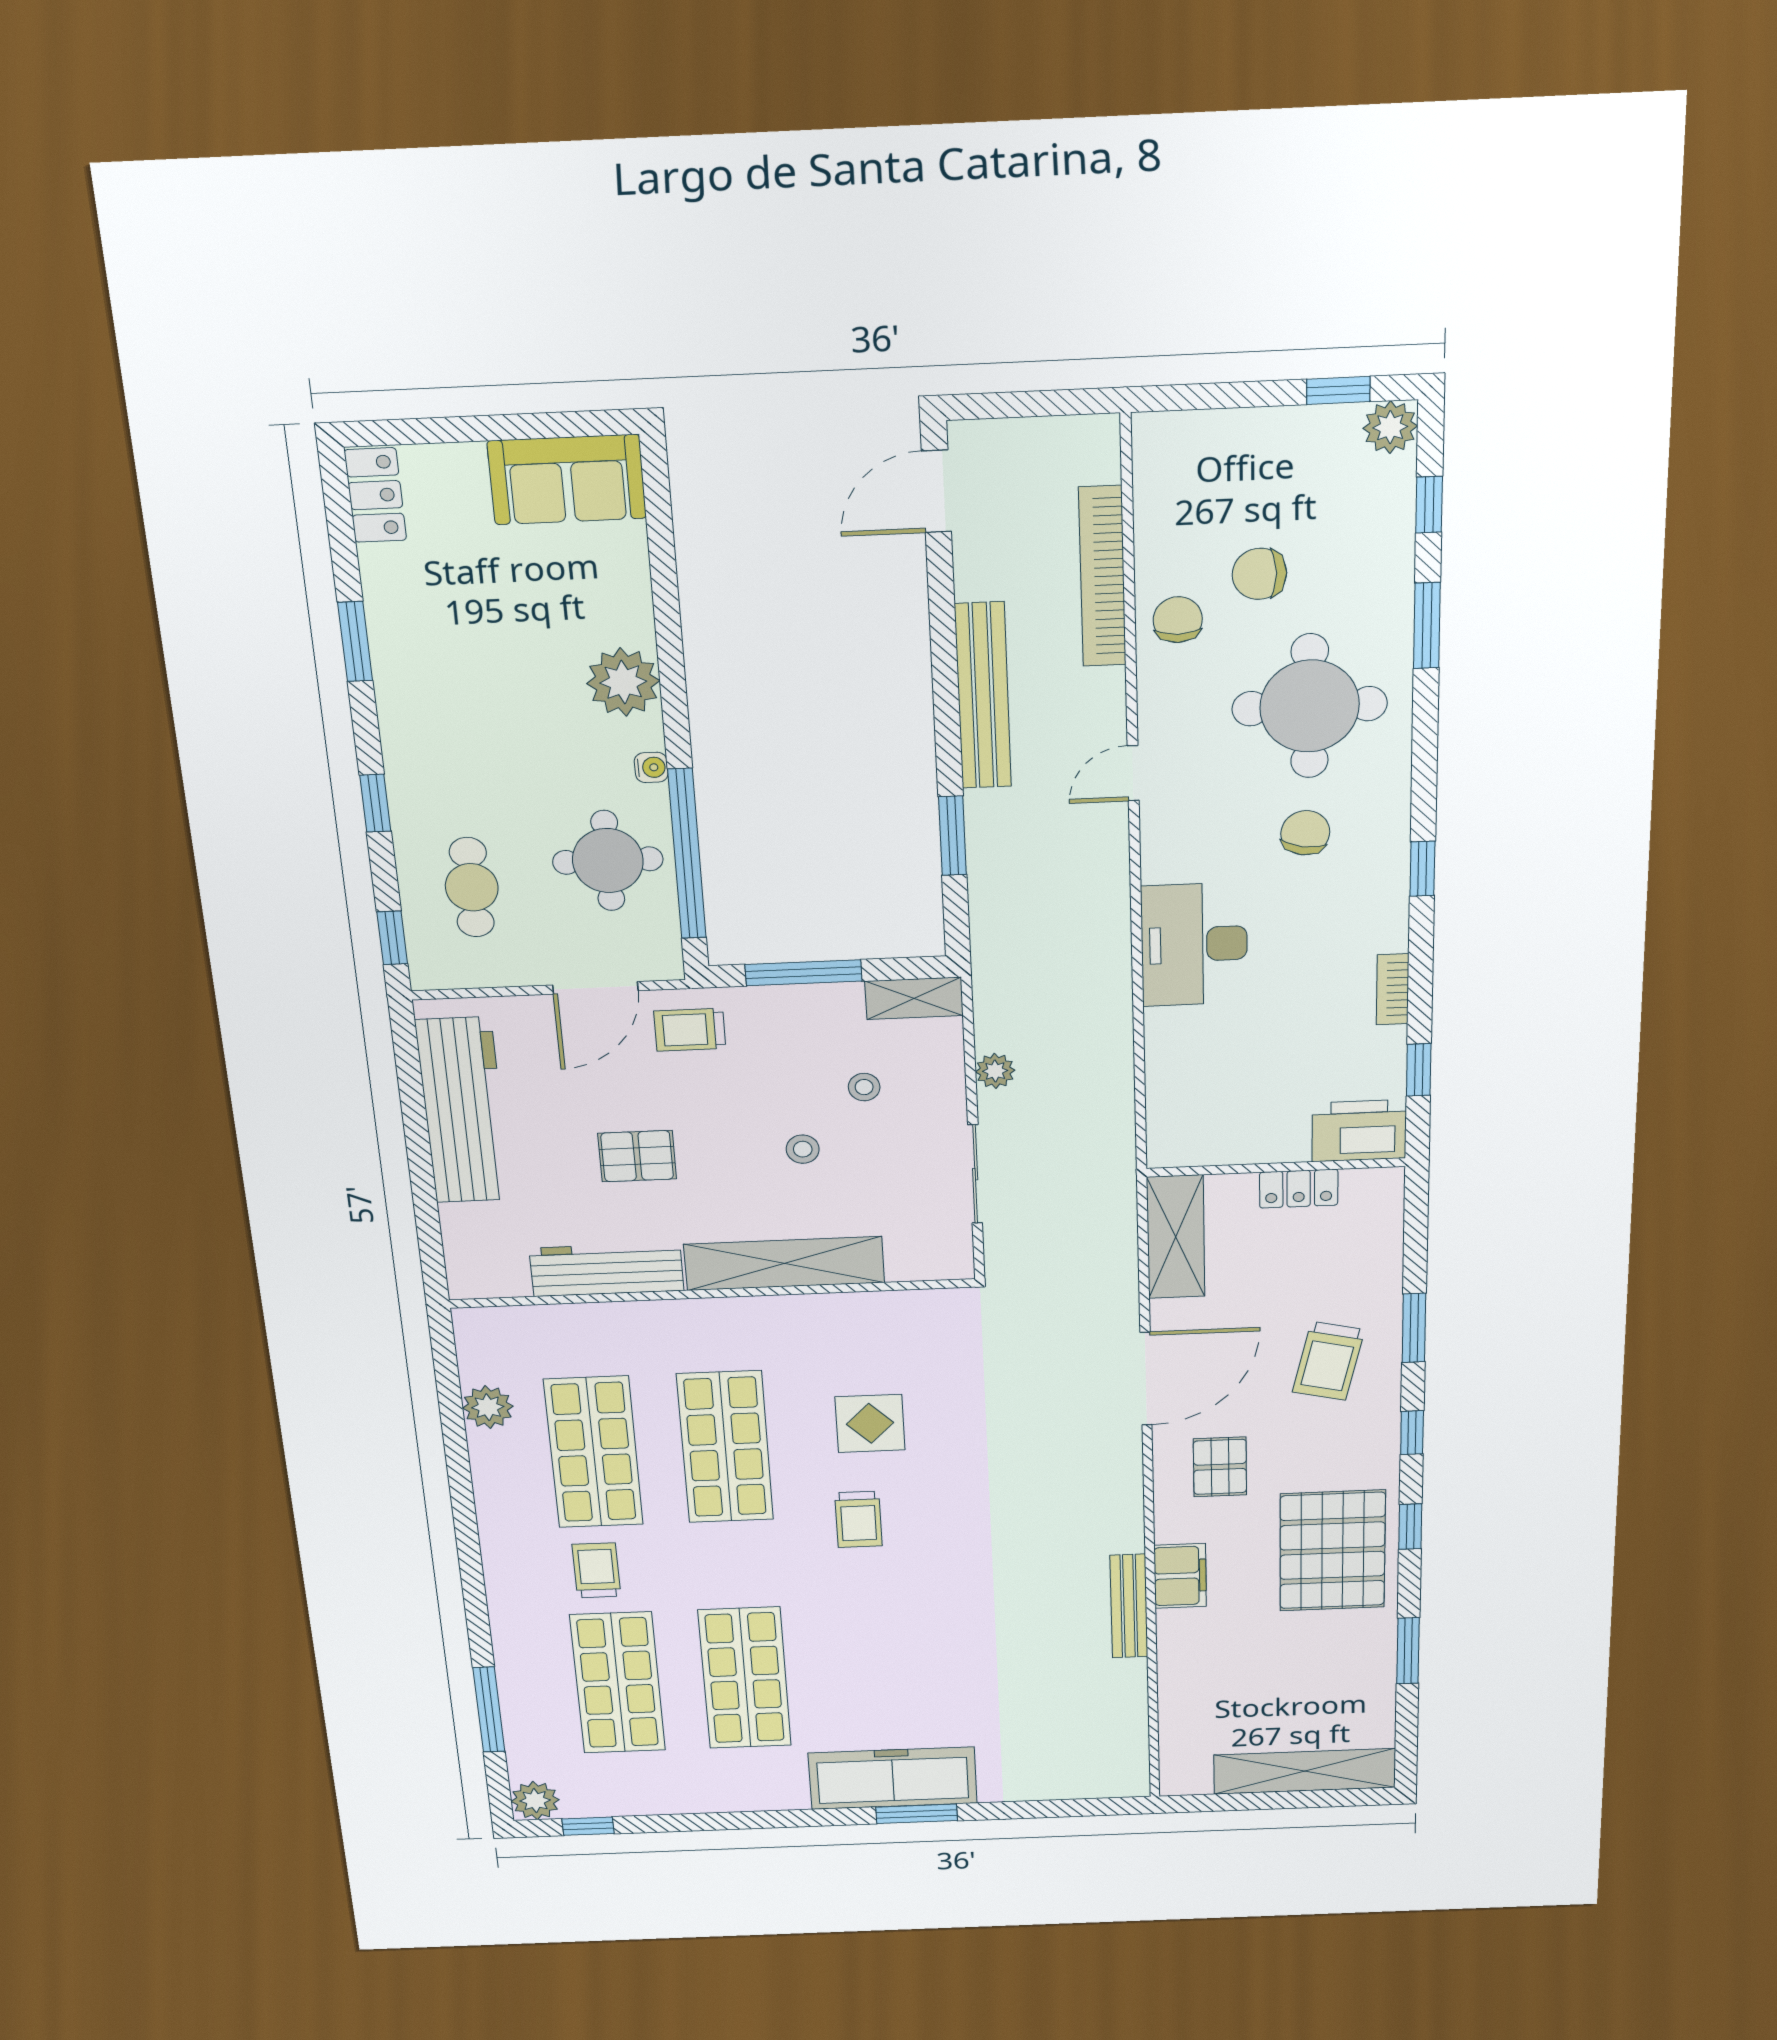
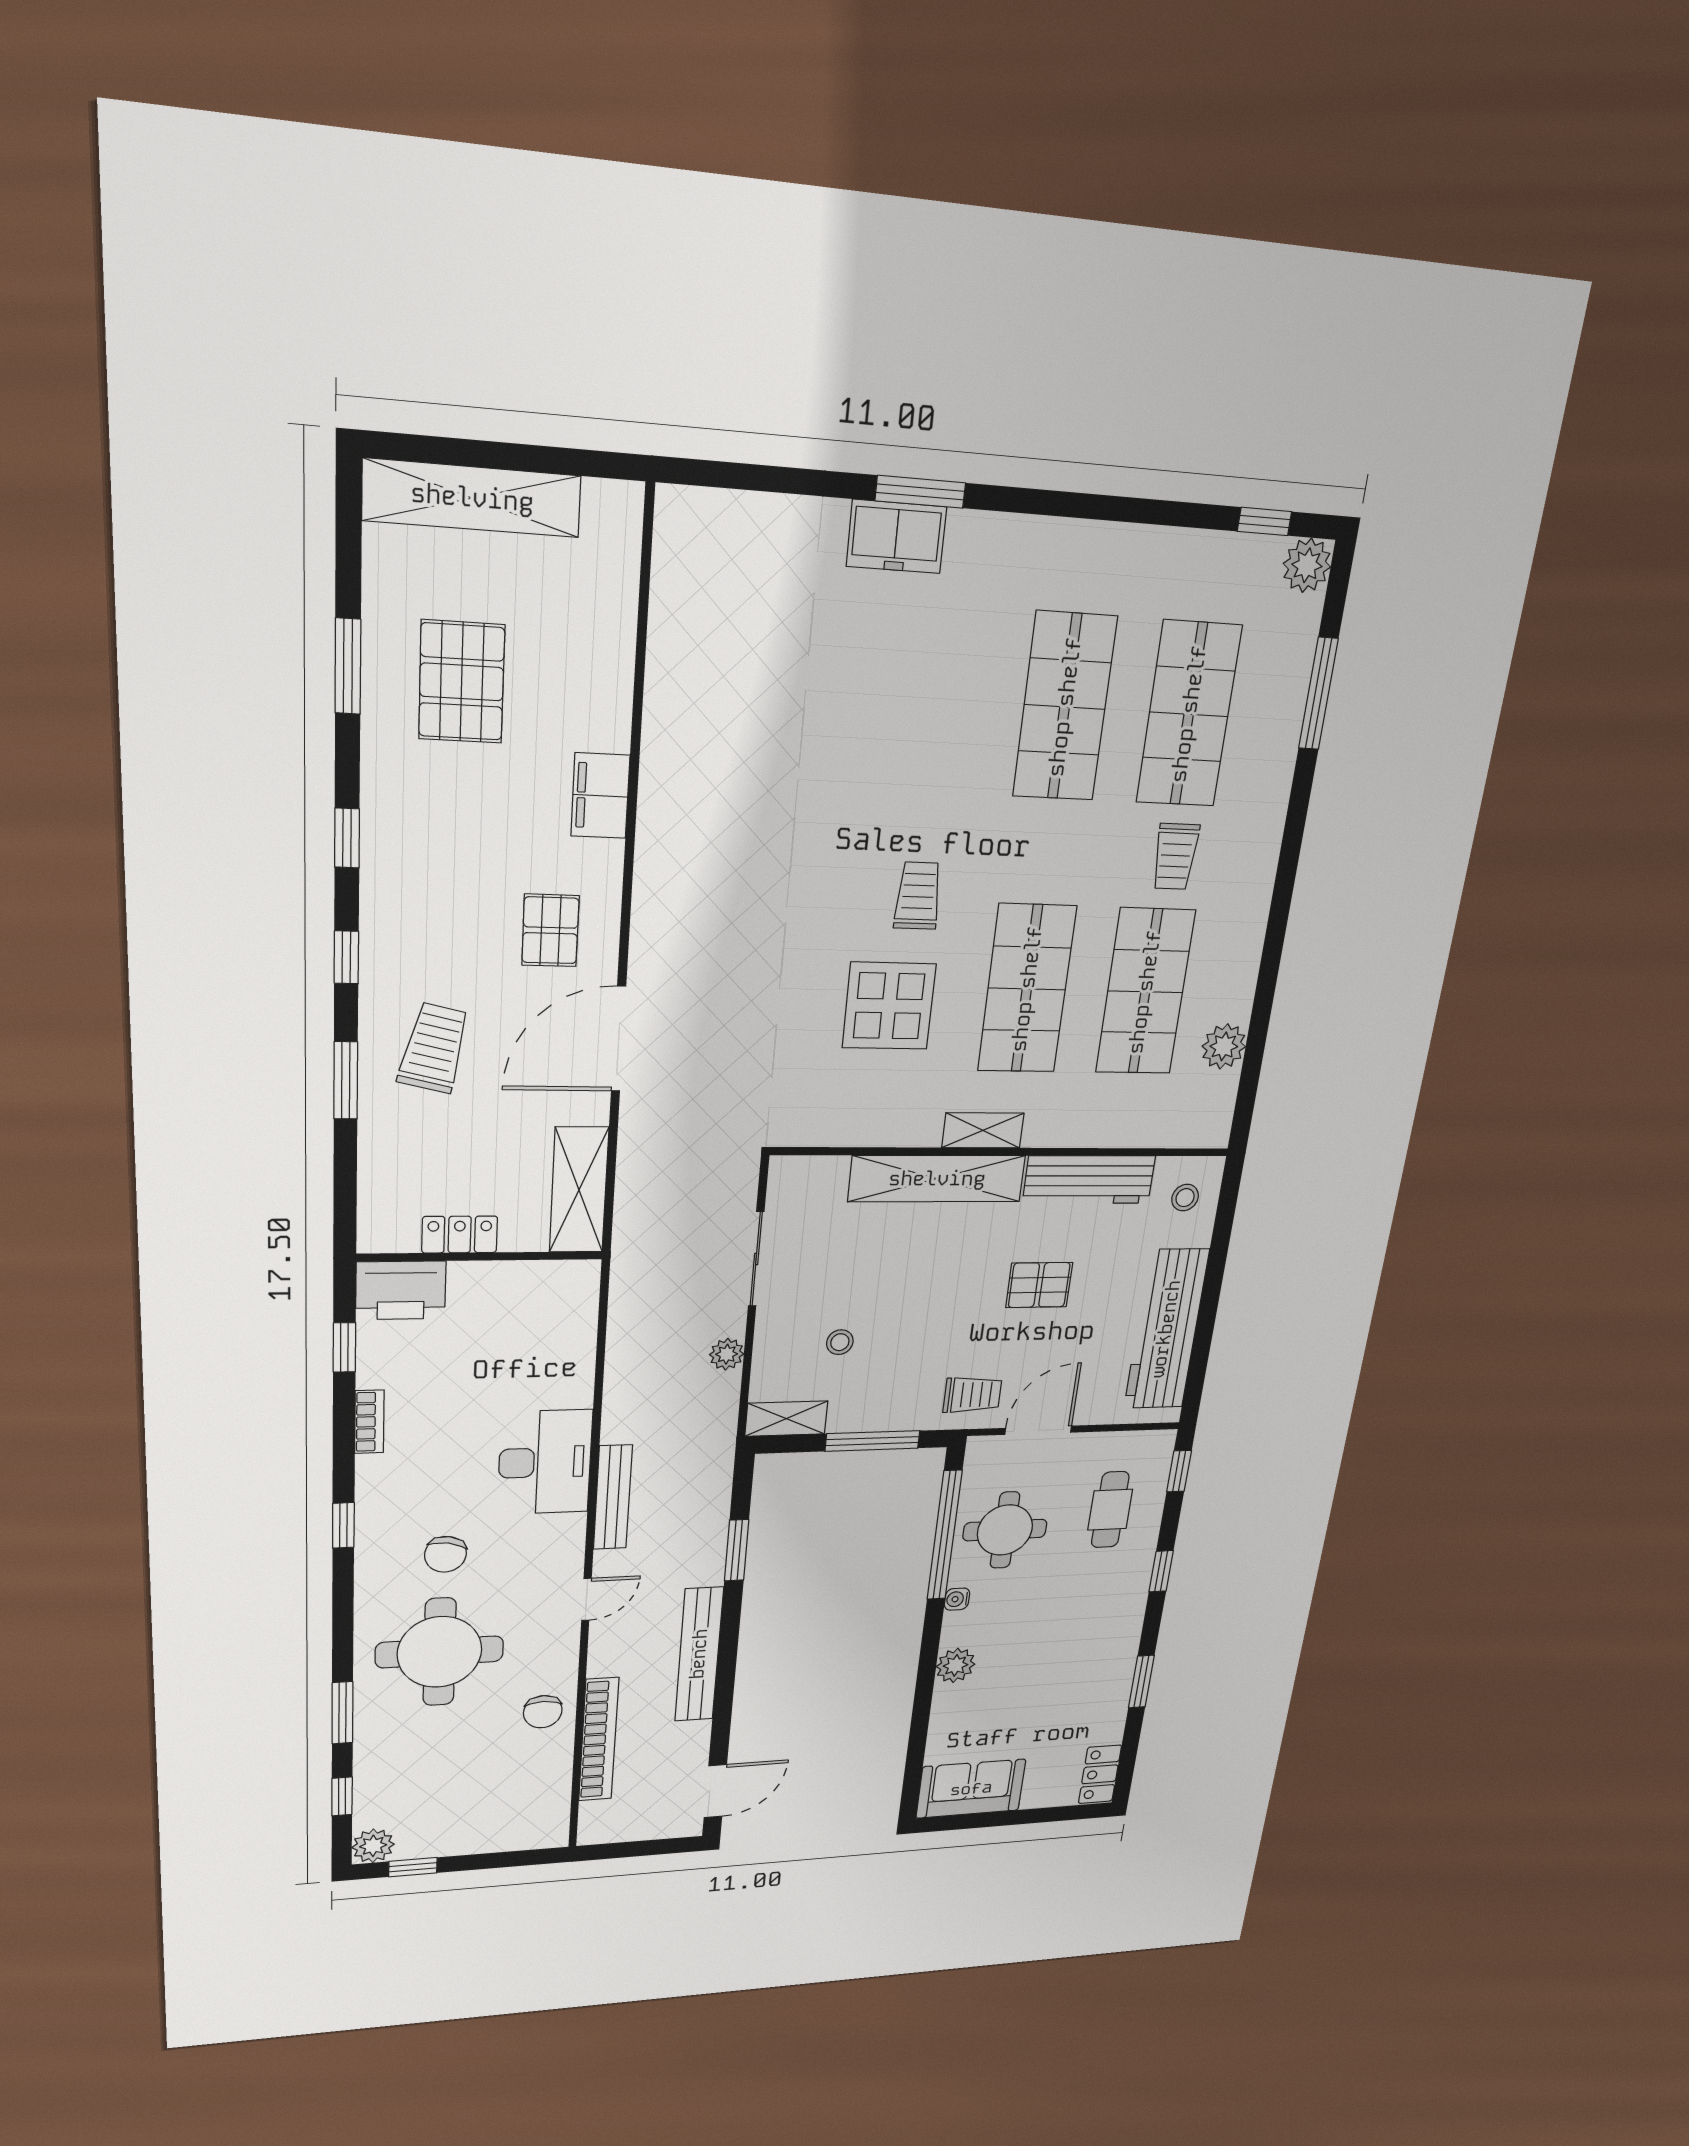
chair: (1259, 574) -> (477, 1745), removed
plant: (623, 682) -> (956, 1665), width x0.73, depth x0.73
stool: (803, 1149) -> (1185, 1198), moved
shelving: (742, 1313) -> (983, 1130), added
display table: (870, 1423) -> (889, 1006), width x1.36, depth x1.36
pallet: (1332, 1551) -> (462, 682), moved, width x0.73, depth x0.71
bench: (1129, 1606) -> (613, 1497), moved
freezer: (893, 1778) -> (896, 537), width x0.52, depth x0.79

